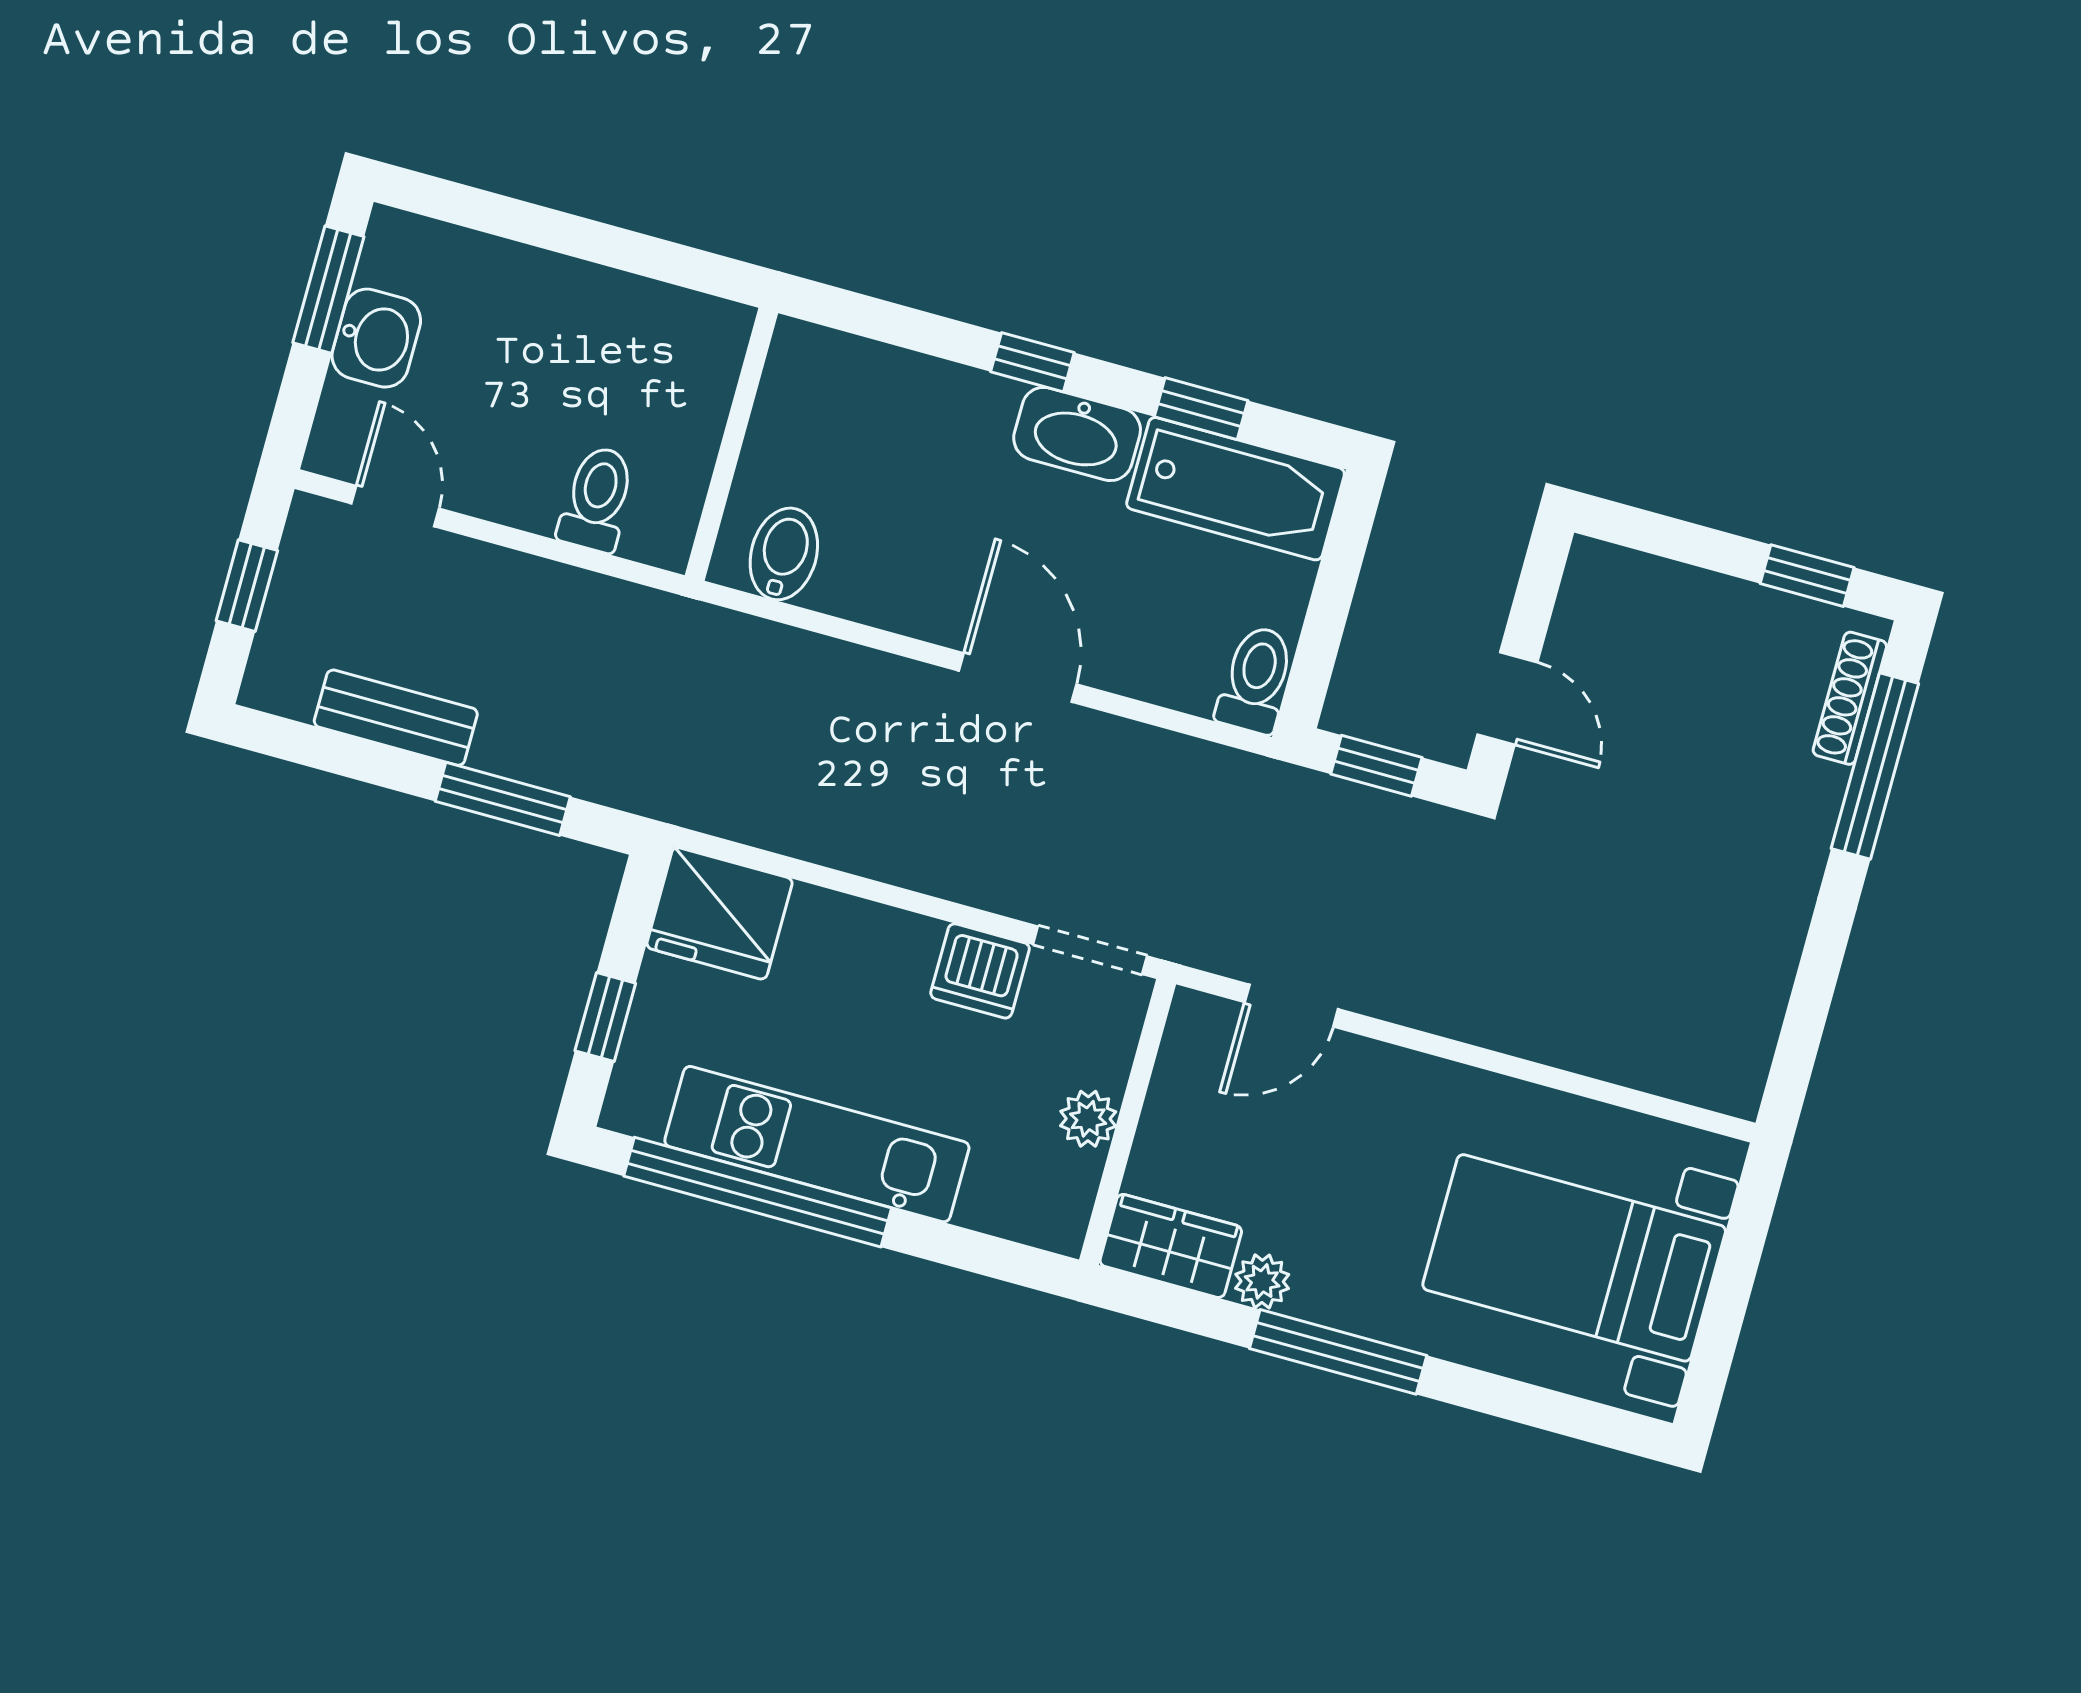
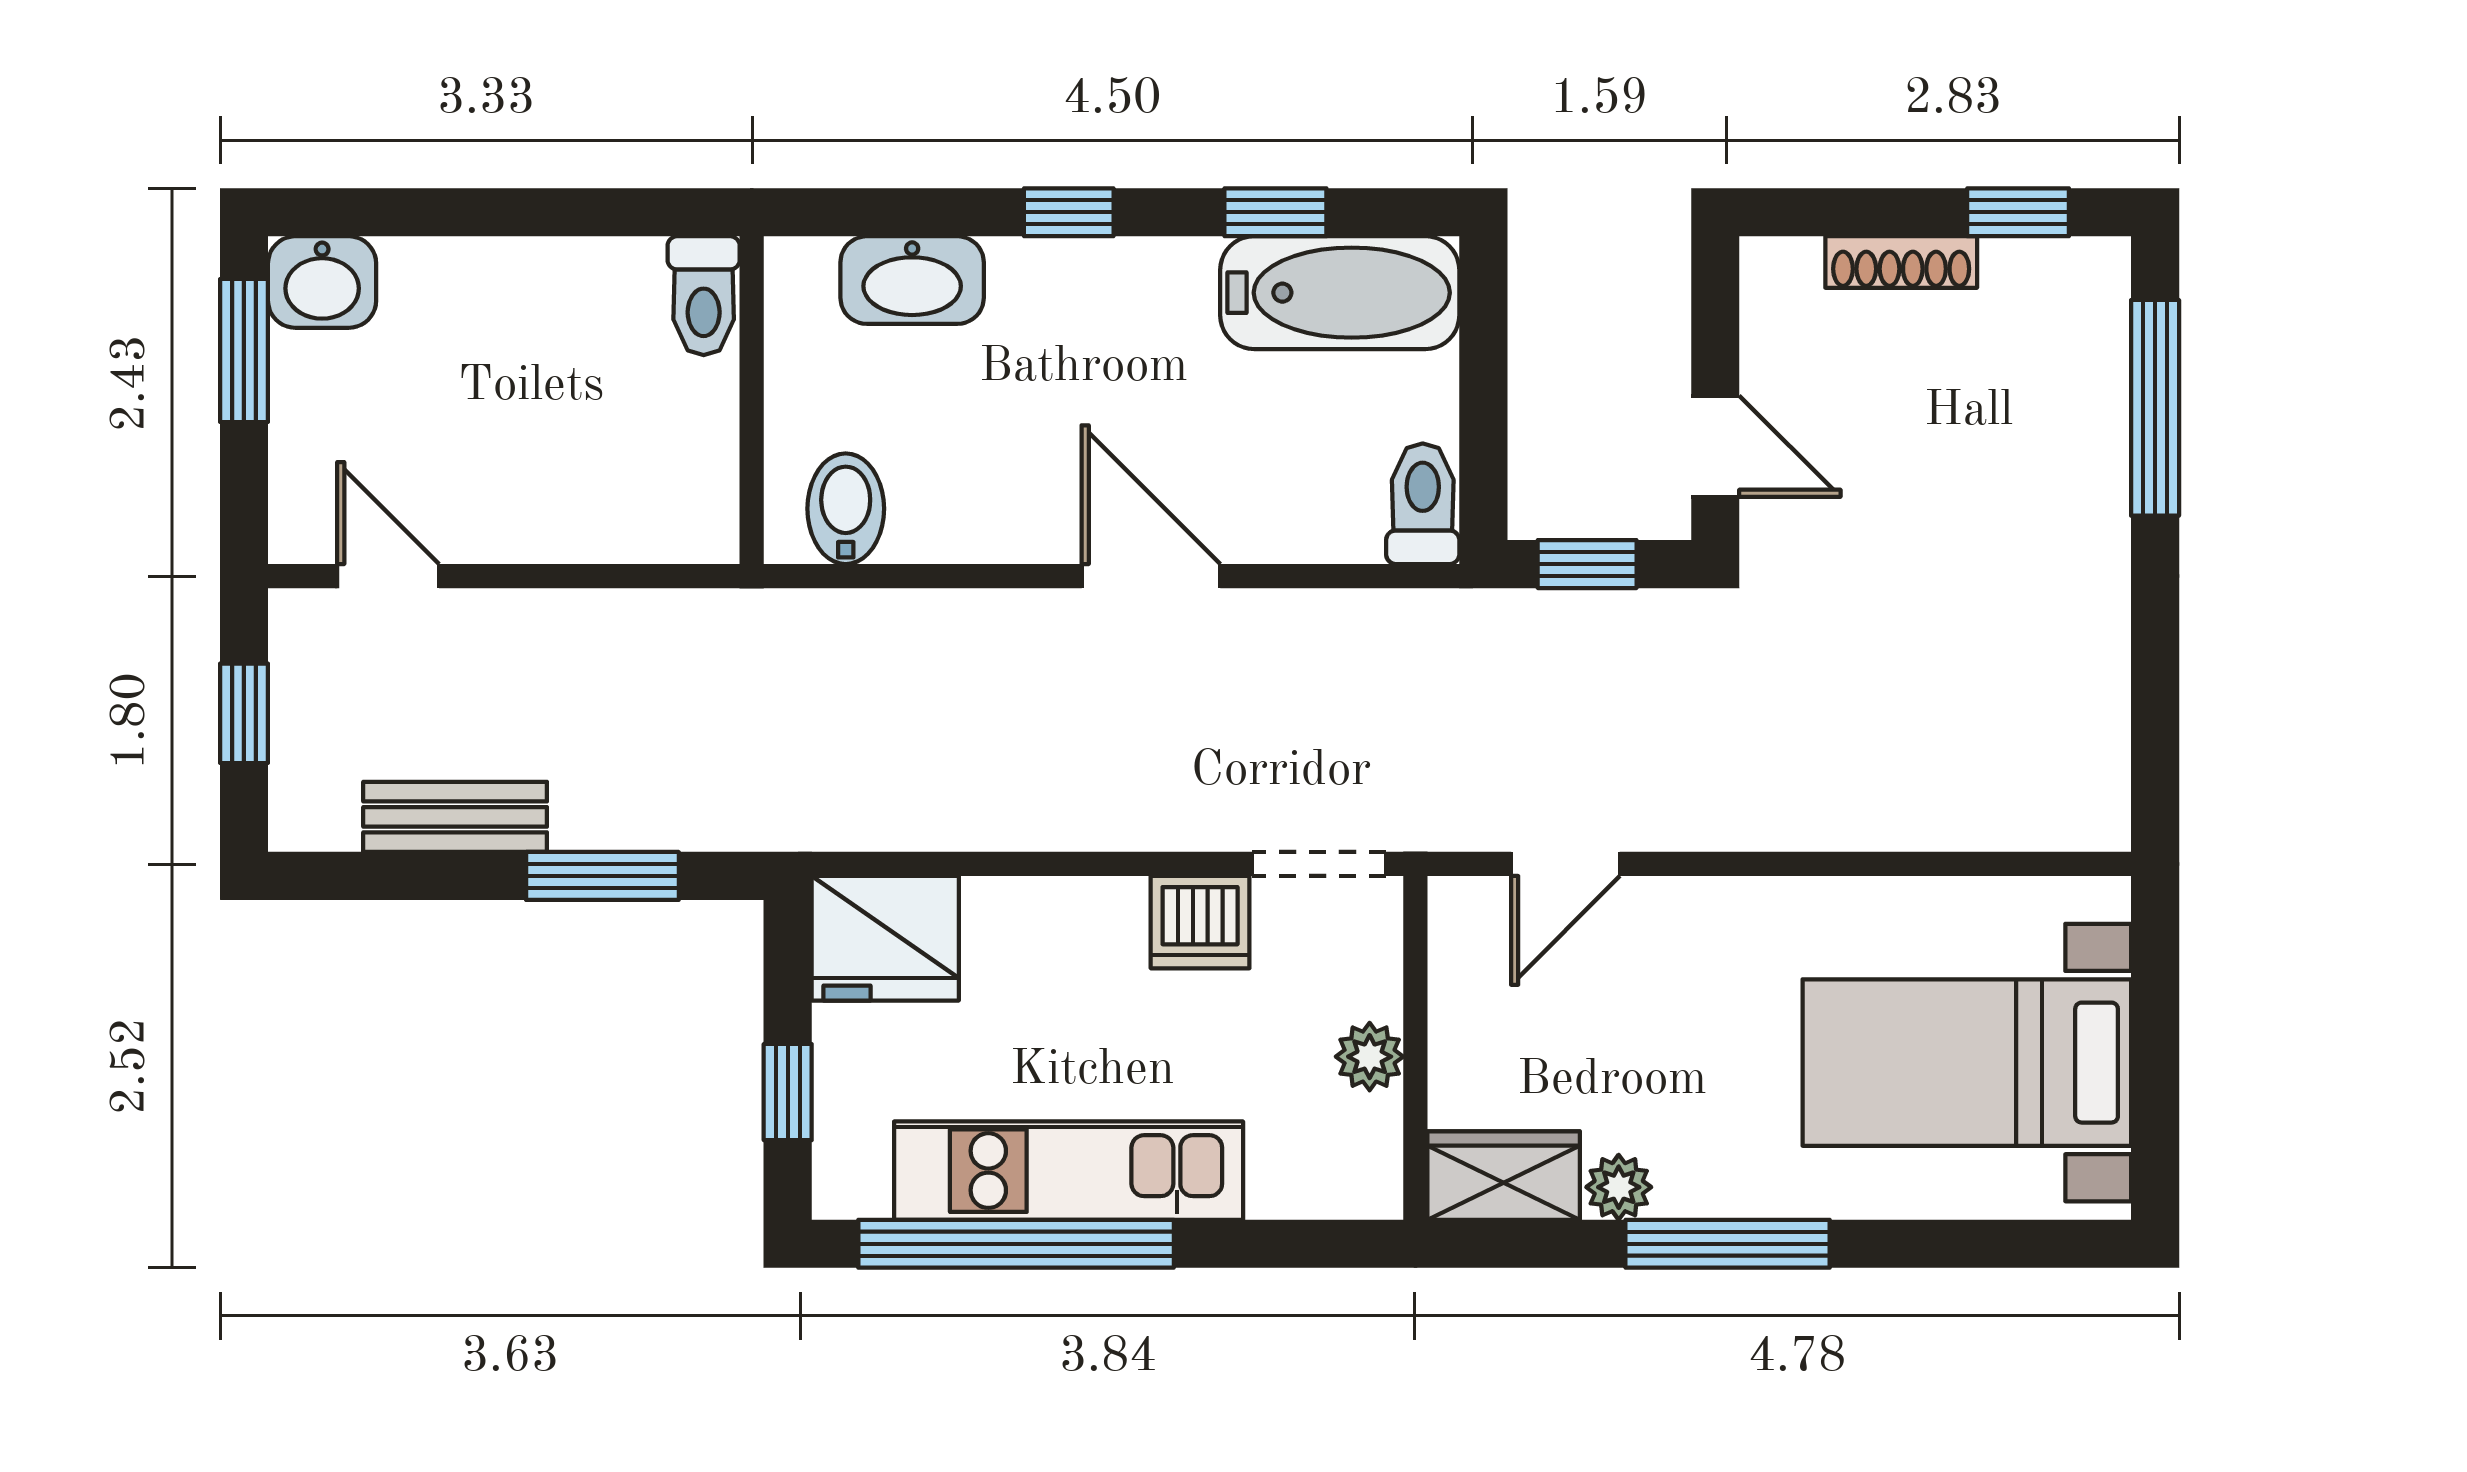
washbasin: (376, 338) -> (322, 282), moved, turned 90
washbasin: (1077, 434) -> (912, 280), moved
toilet: (597, 499) -> (704, 296), moved, turned 180
shoe rack: (1850, 698) -> (1901, 262), moved, turned -90

